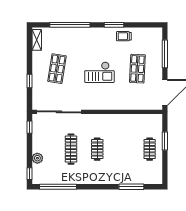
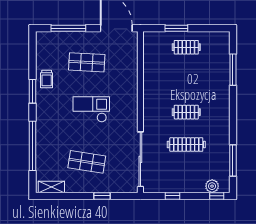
checkout: (99, 72) -> (91, 109), turned -90
window: (29, 127) -> (173, 196), moved
plant: (37, 158) -> (212, 186), moved
window: (58, 187) -> (233, 160), width x0.68

